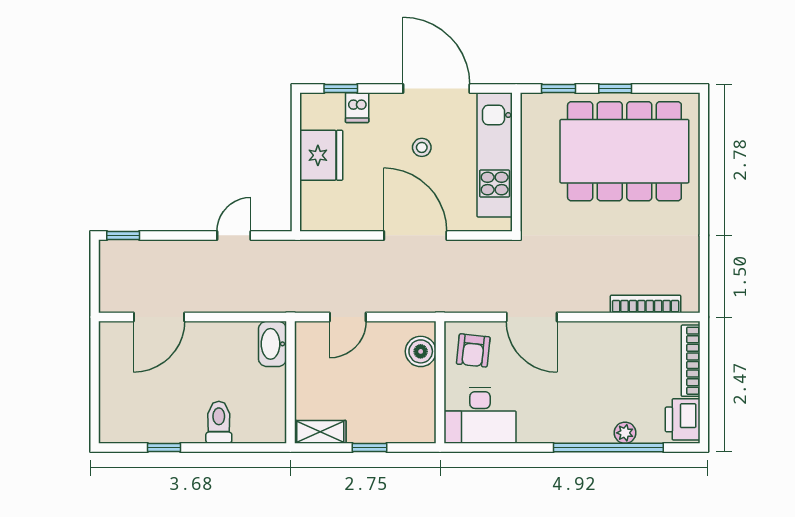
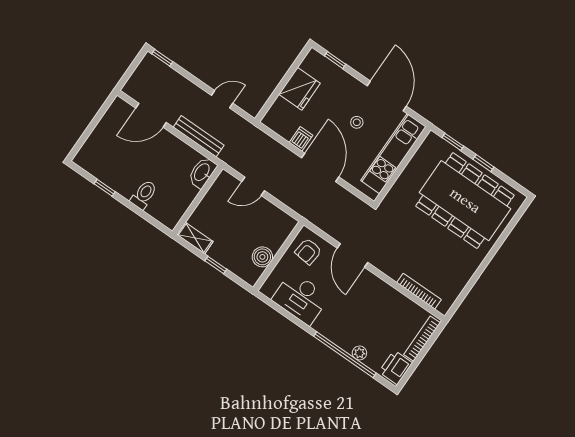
dishwasher: (357, 108) -> (301, 139), moved, turned 180
bench: (237, 302) -> (199, 136), added
boiler: (421, 351) -> (262, 257), moved
desk: (480, 415) -> (301, 298), moved

